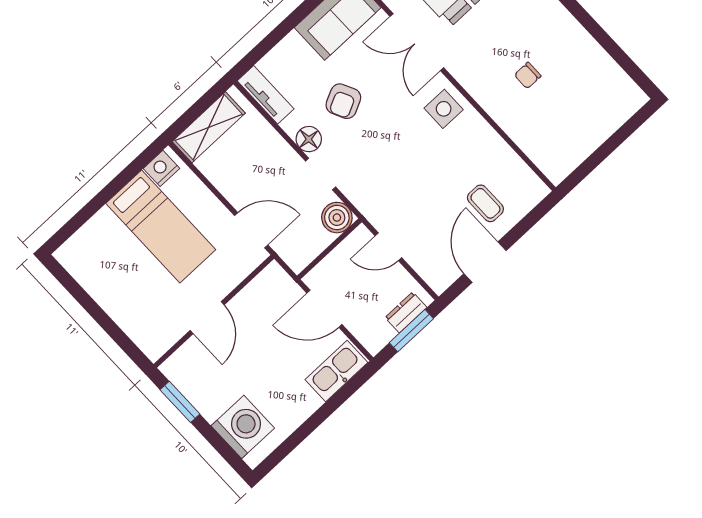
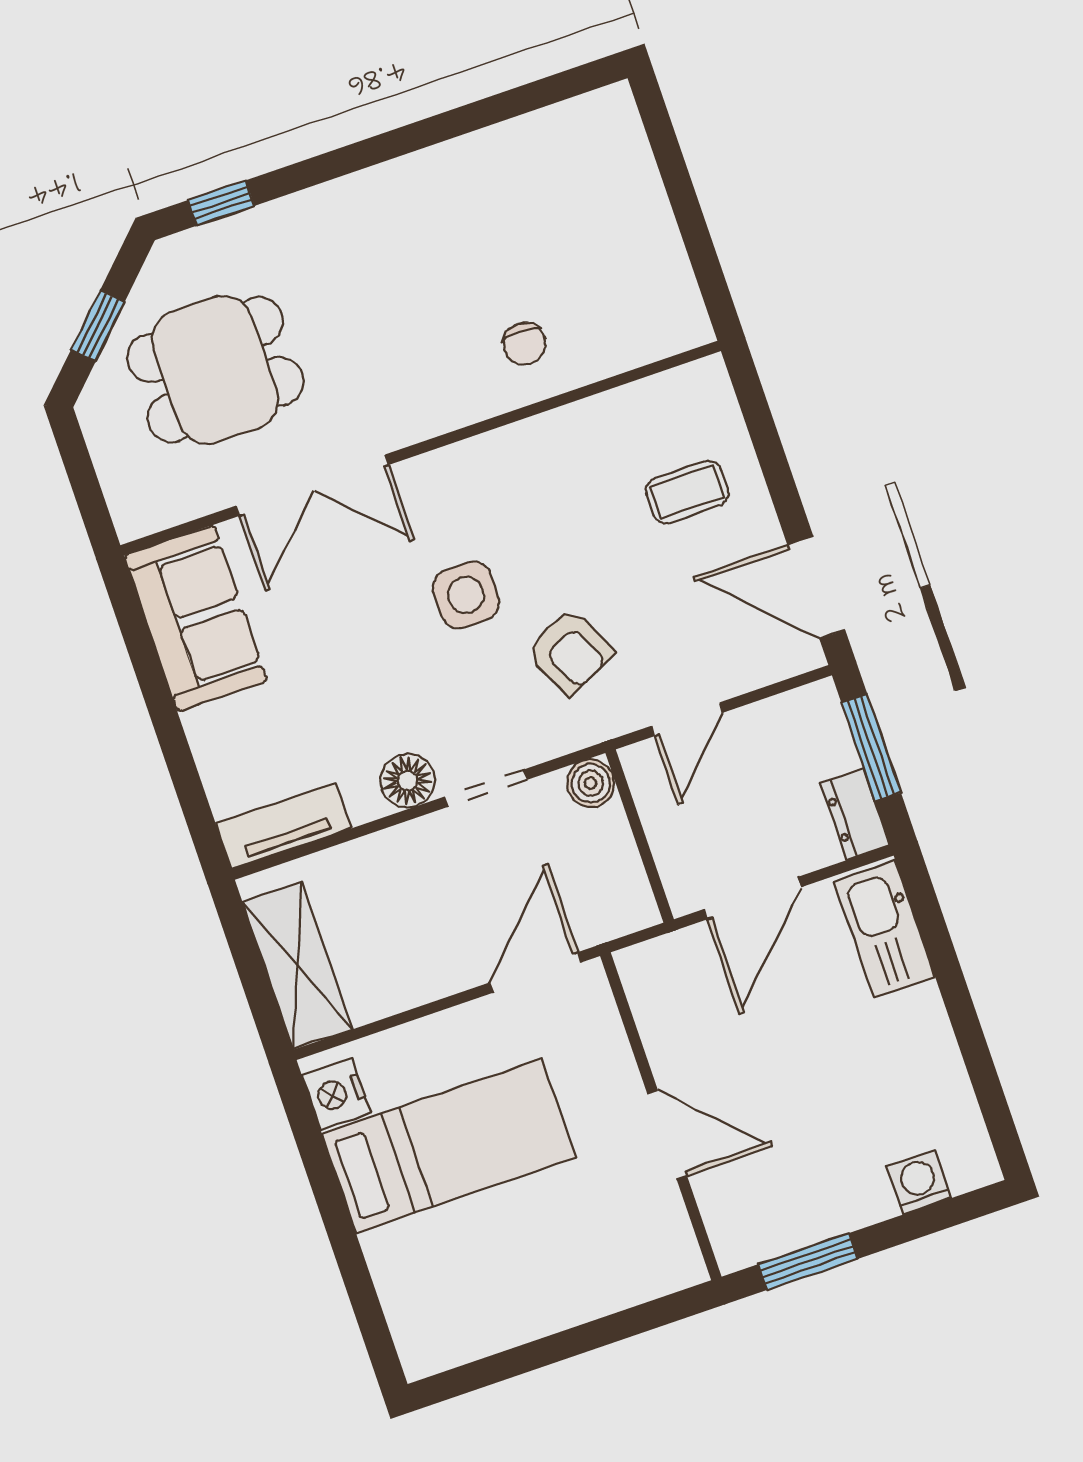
chair: (528, 75) -> (524, 343), moved
armchair: (343, 101) -> (570, 651), moved
side table: (444, 109) -> (466, 595), moved
boiler: (337, 218) -> (591, 783), width x0.73, depth x0.73
door: (485, 262) -> (816, 587), moved
dresser: (406, 312) -> (855, 814), moved
washing machine: (243, 427) -> (919, 1182), width x0.53, depth x0.53

